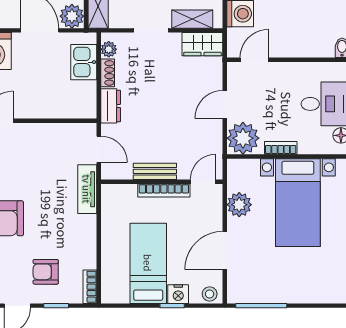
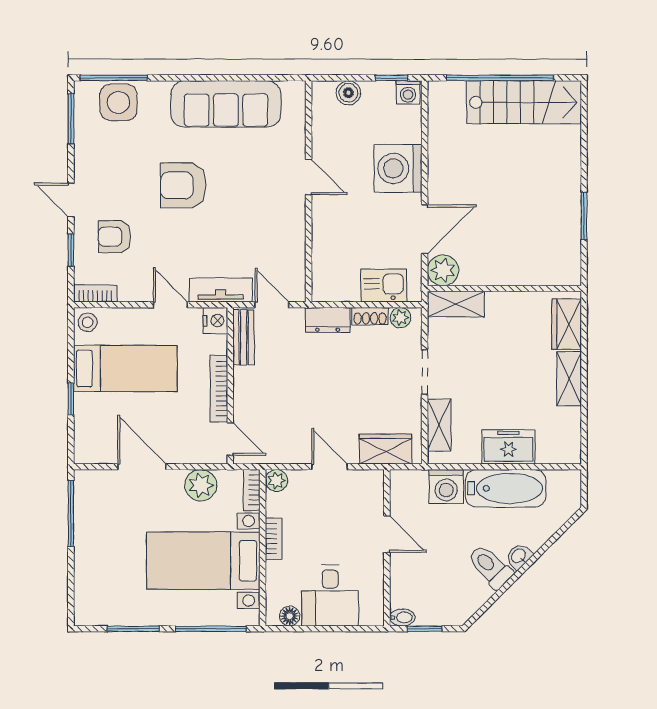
wardrobe: (202, 44) -> (385, 449), moved, turned 90
door: (254, 60) -> (387, 534), moved
plant: (243, 138) -> (276, 481), width x0.53, depth x0.53
door: (99, 149) -> (272, 305), swing flipped
bookcase: (243, 165) -> (252, 490), added
bench: (155, 171) -> (244, 337), moved
door: (99, 228) -> (170, 305), added
armchair: (46, 272) -> (114, 237), turned -90
nightstand: (178, 294) -> (215, 321), moved, turned 180
stool: (210, 294) -> (88, 322), moved

